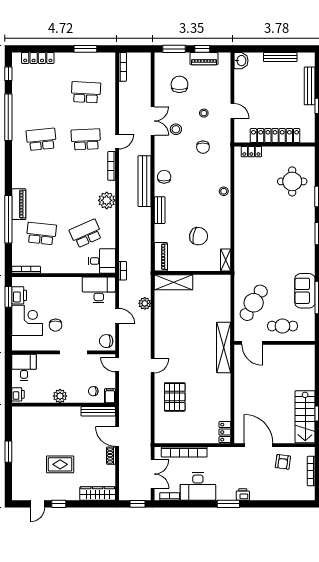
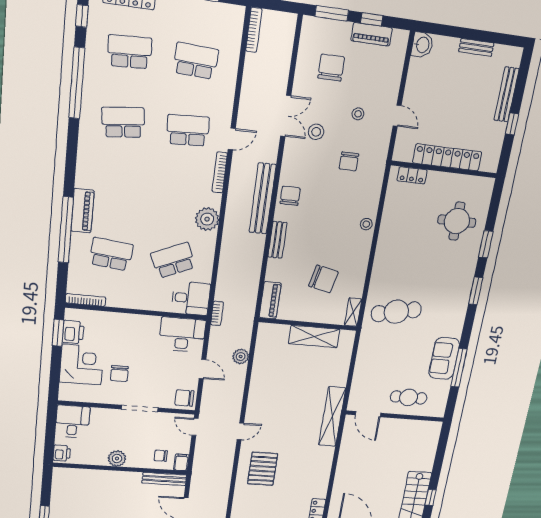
bench: (280, 57) -> (476, 47), width x0.73
school desk: (41, 92) -> (130, 52), added
shelving: (174, 282) -> (314, 337), moved
cafe table: (254, 303) -> (396, 312), moved, turned 47

